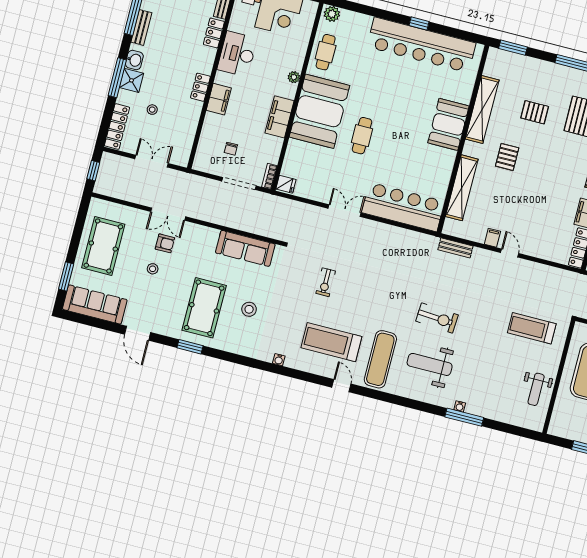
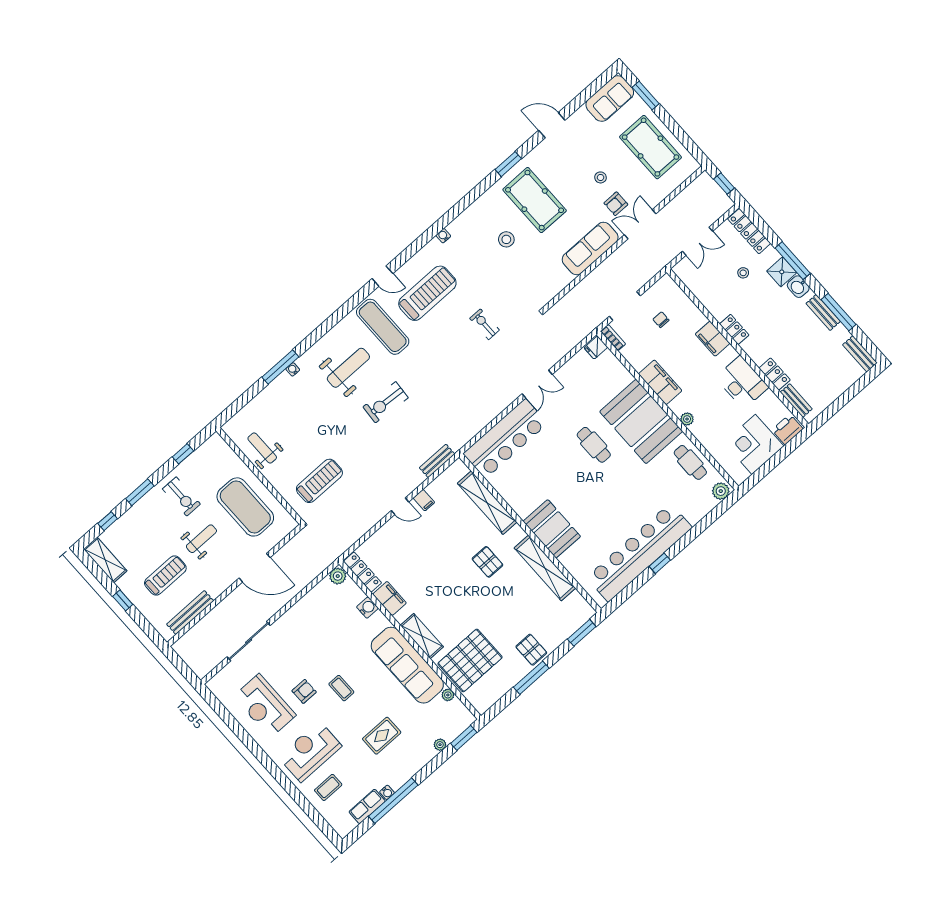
pallet: (535, 112) -> (531, 650), moved, turned 90
sofa: (245, 248) -> (590, 248), moved
sofa: (95, 305) -> (610, 99), width x0.73

